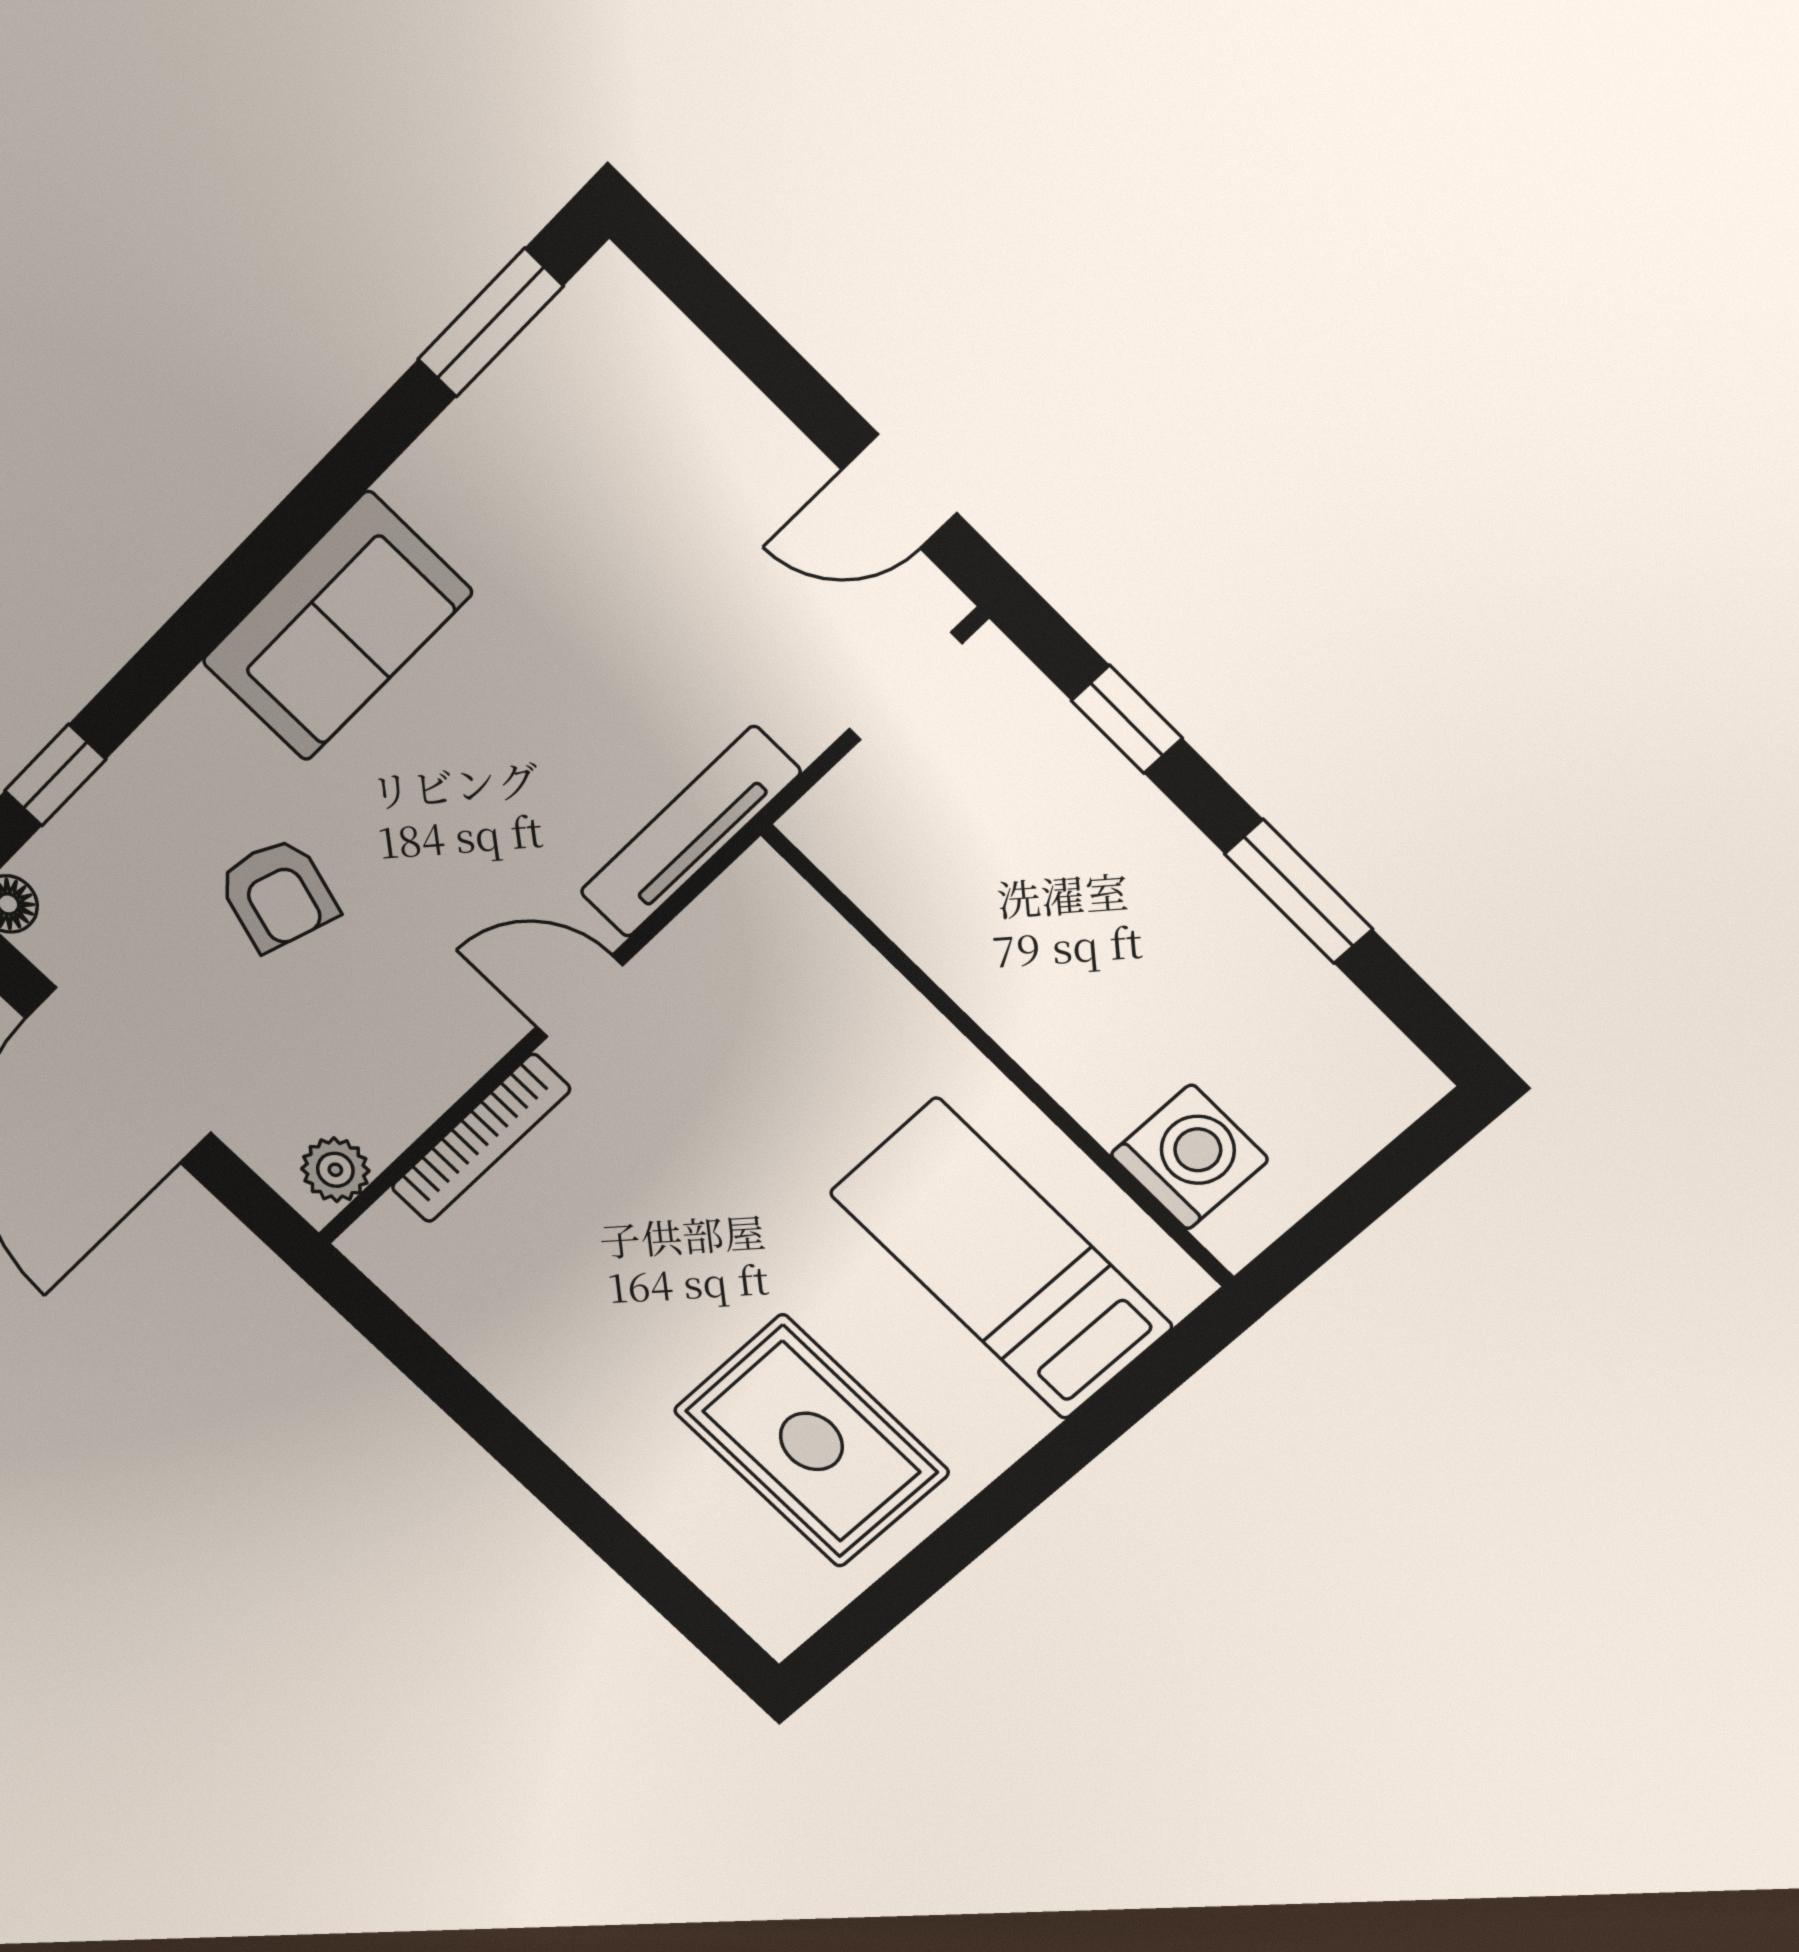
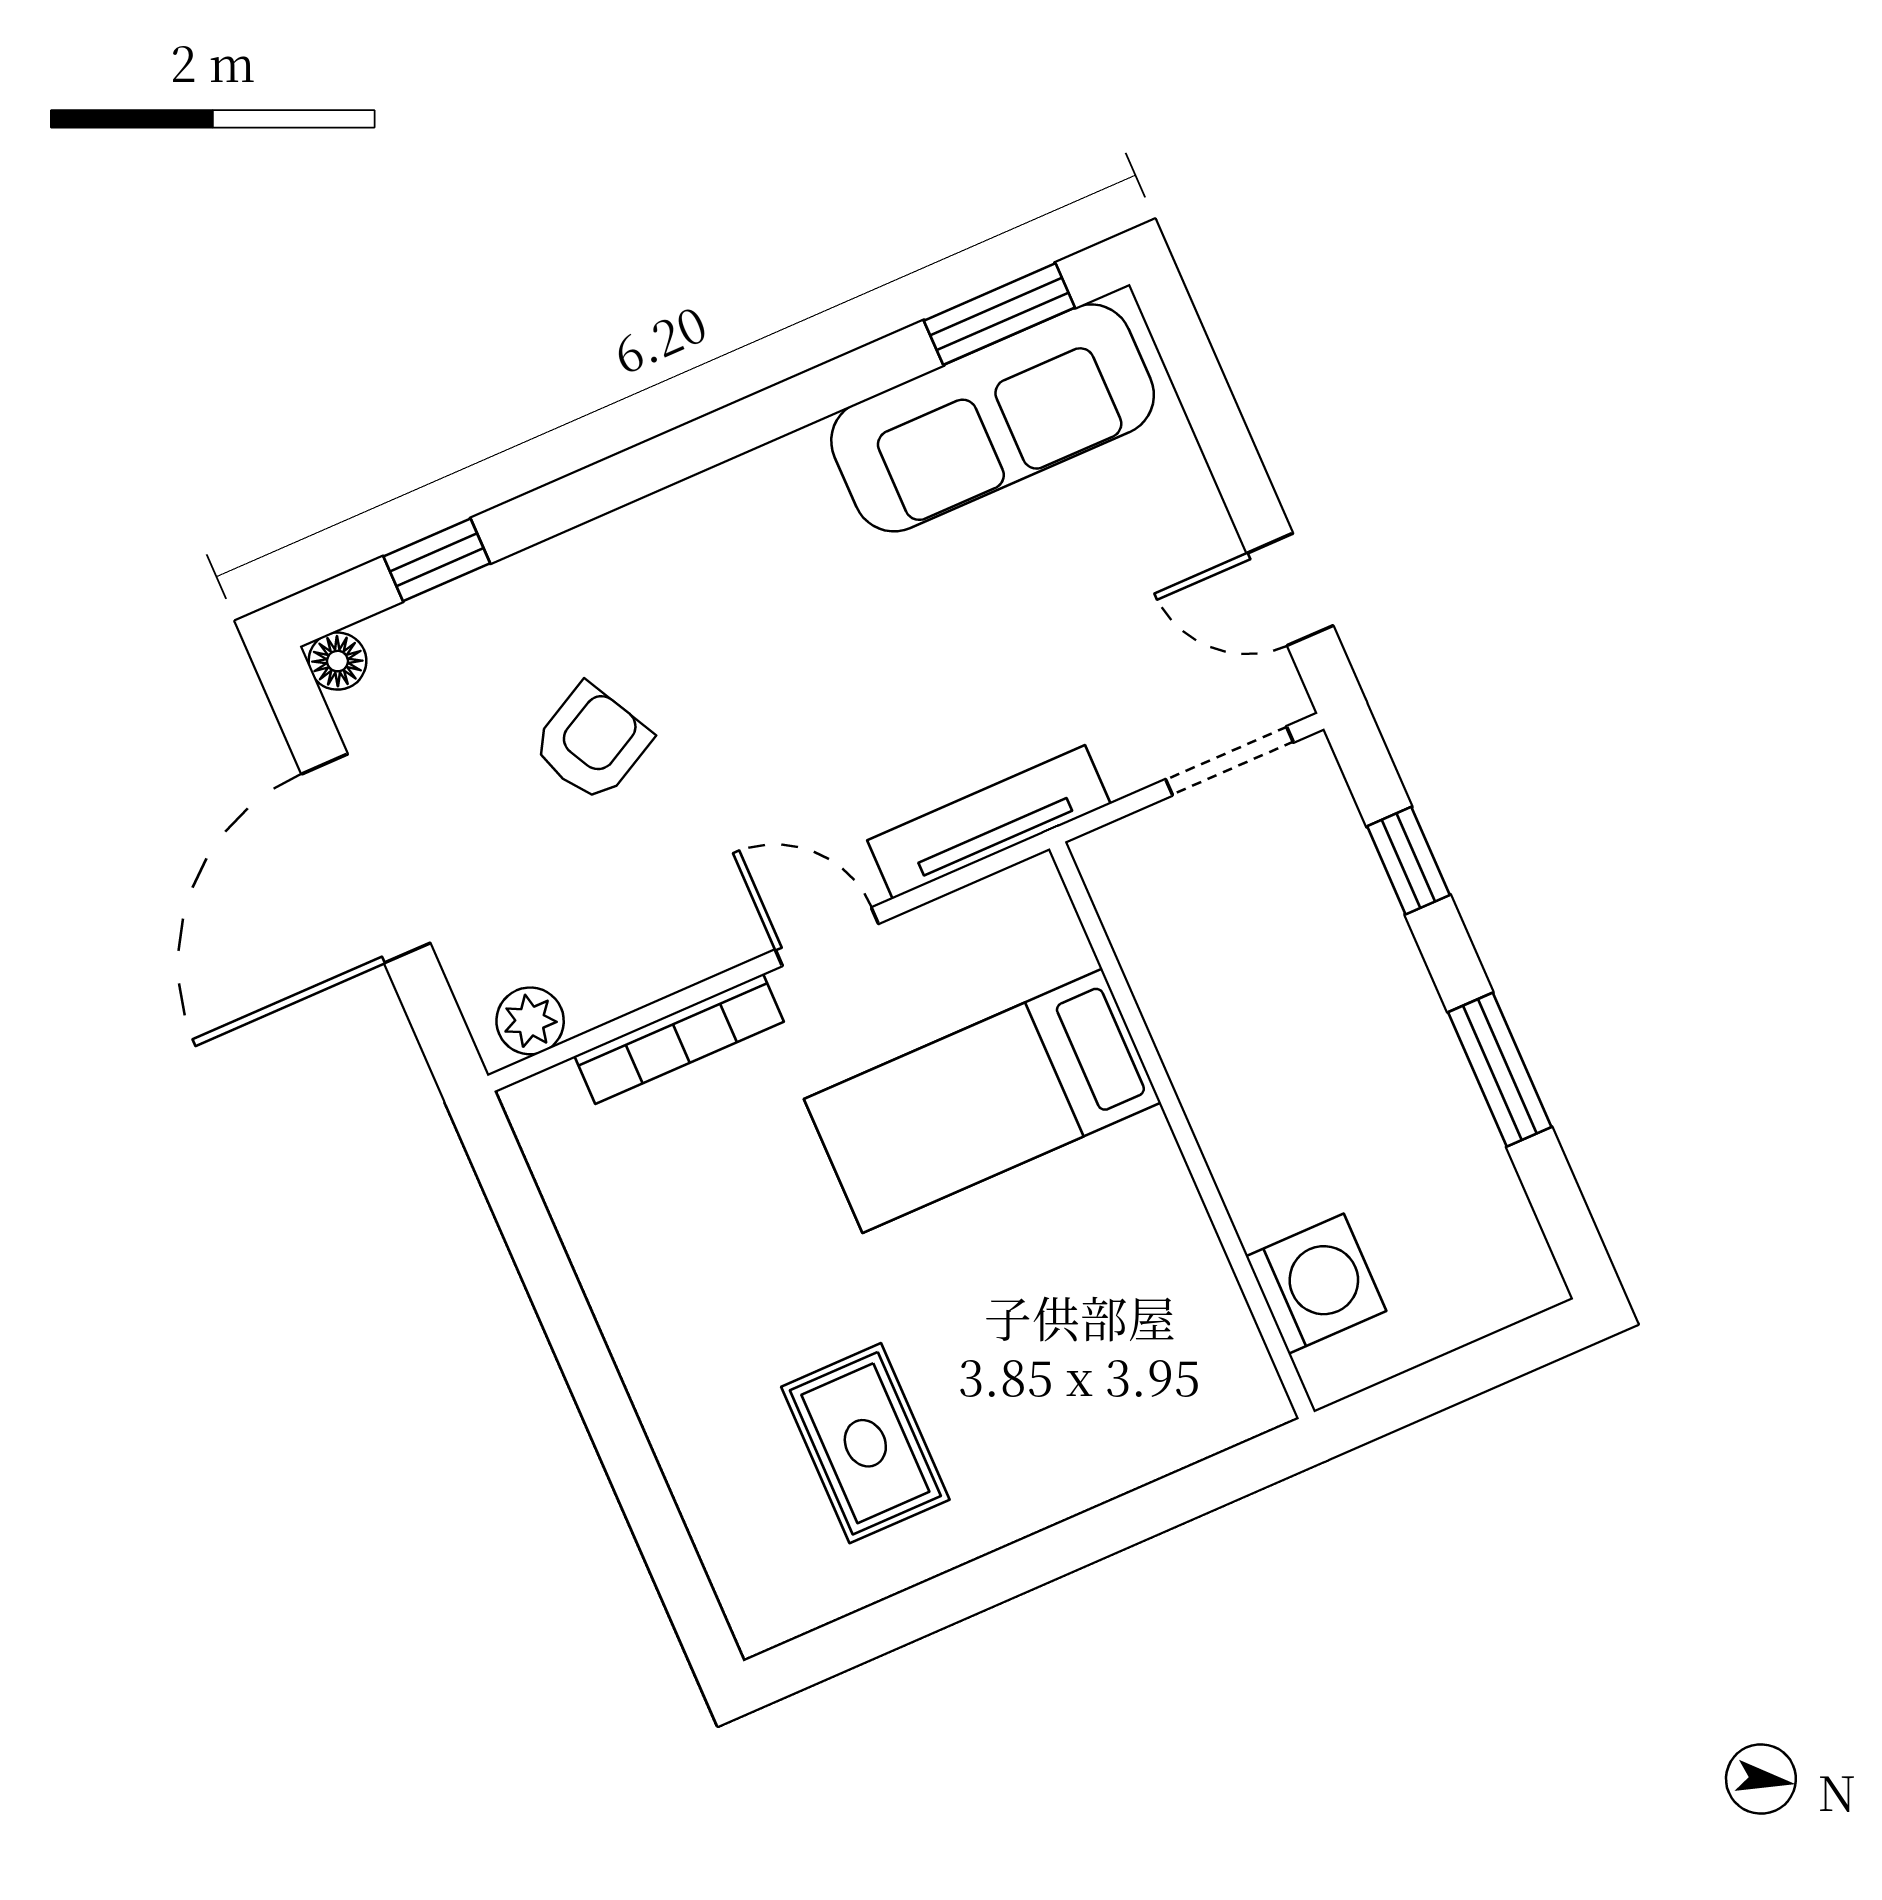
sofa: (337, 627) -> (993, 418), moved, width x1.36
armchair: (278, 894) -> (592, 743), turned -135
bed: (1001, 1260) -> (983, 1101), moved, turned -90
rug: (811, 1441) -> (865, 1443), width x0.73, depth x0.70

